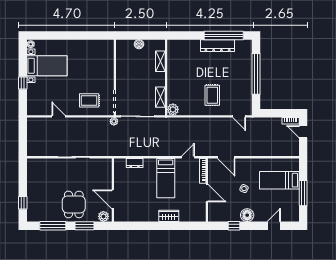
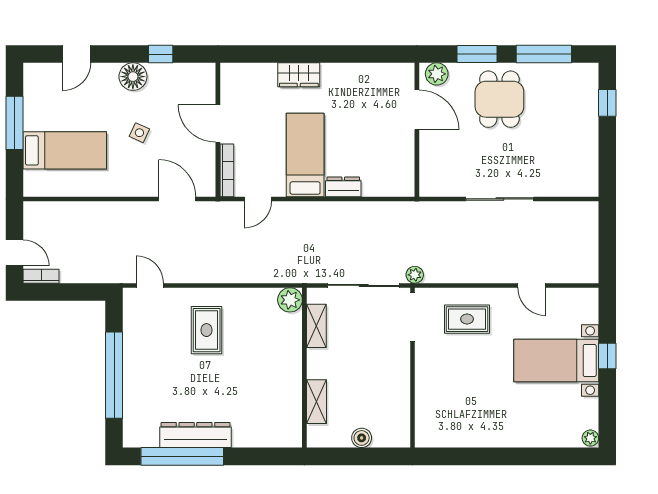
bed with nightstands: (47, 66) -> (556, 361), moved
dresser: (135, 163) -> (343, 187), moved

